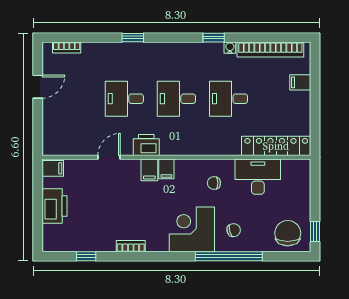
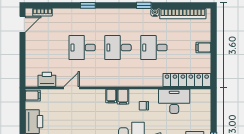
filing cabinet: (300, 82) -> (203, 47), moved
door: (38, 87) -> (22, 24), moved
printer: (146, 145) -> (47, 79), moved
filing cabinet: (149, 170) -> (123, 97), moved

